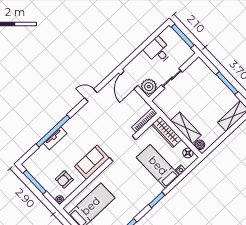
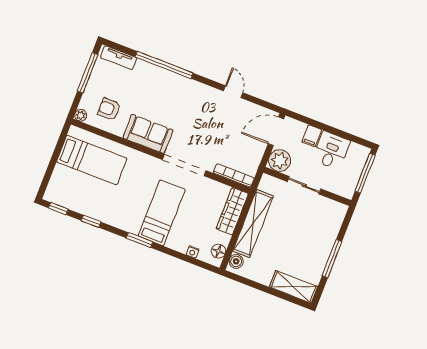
filing cabinet: (143, 59) -> (312, 136), added
shelving: (186, 128) -> (253, 224), width x1.47
tv unit: (55, 138) -> (119, 58), moved
bed: (158, 166) -> (162, 213), moved

